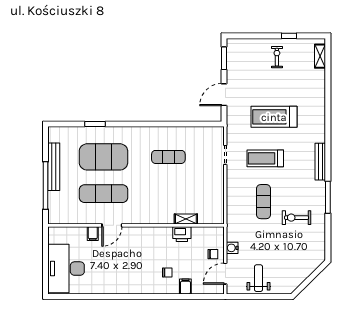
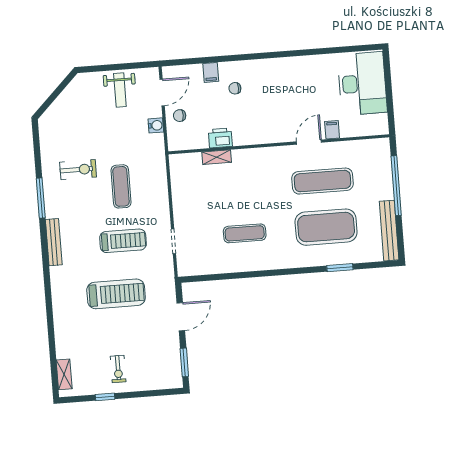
bench: (54, 167) -> (389, 231), moved

